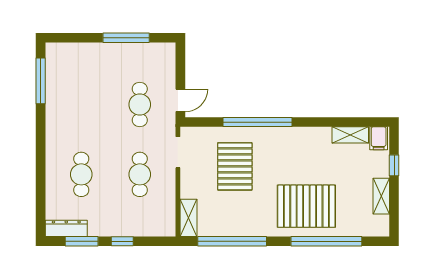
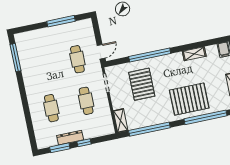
shelving: (350, 135) -> (194, 54), moved
dresser: (66, 228) -> (70, 138), moved

